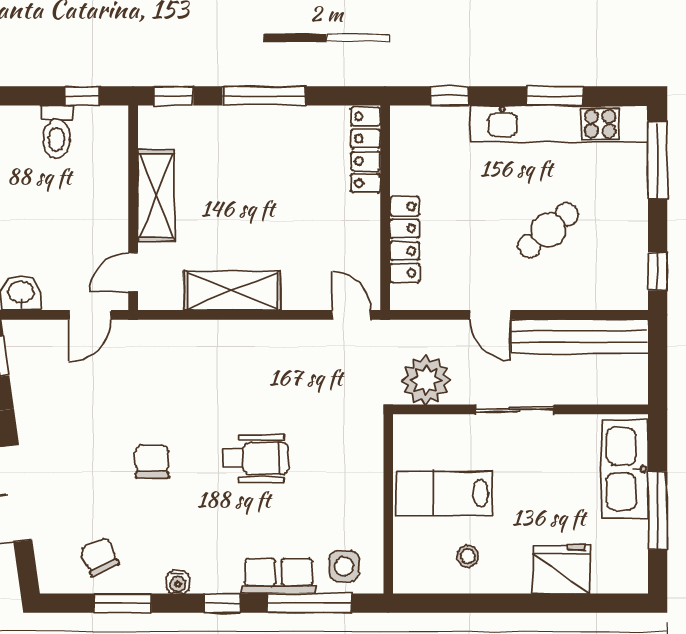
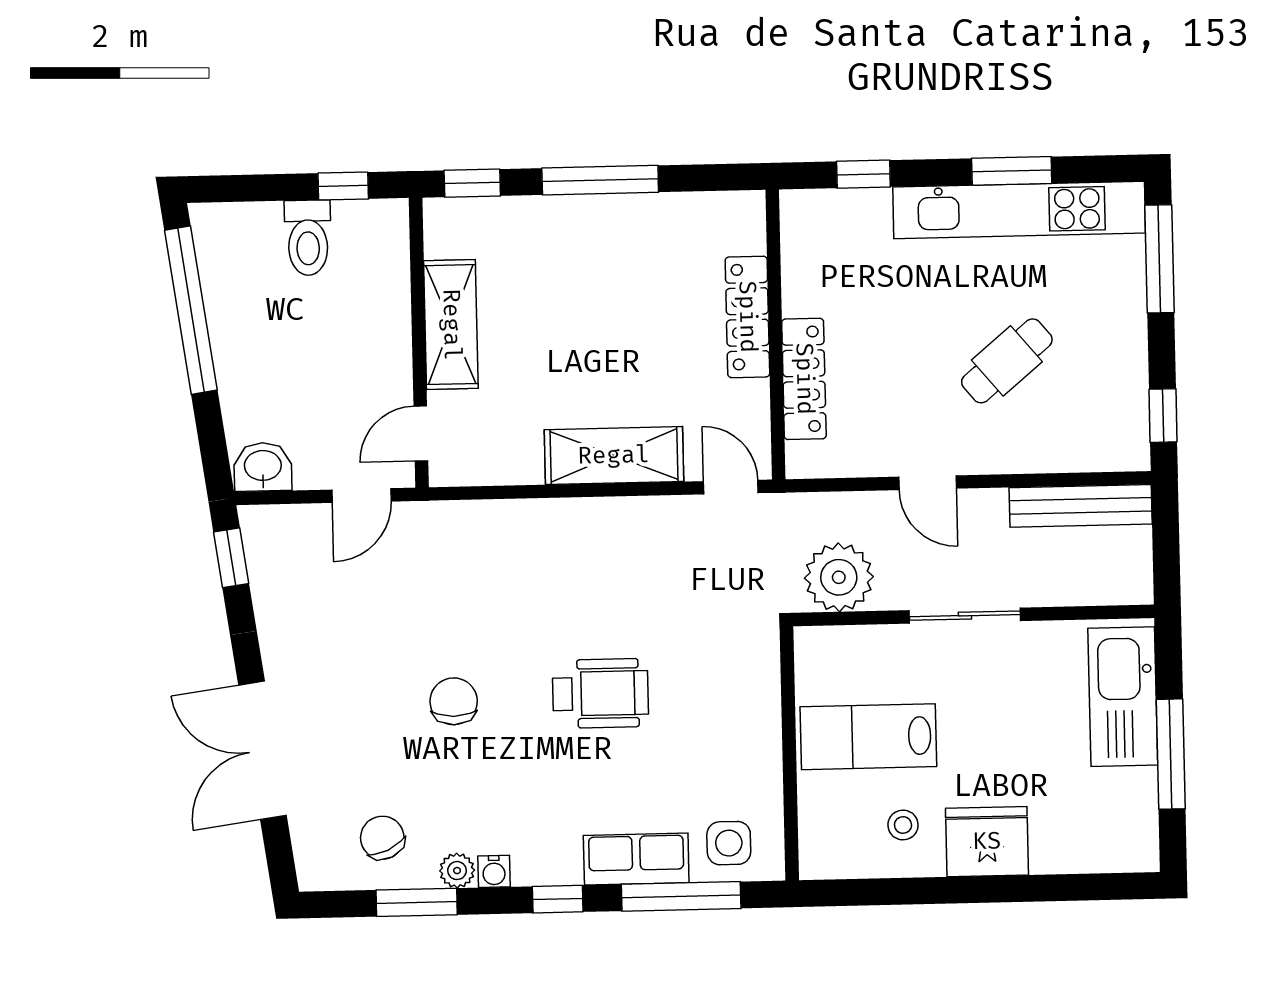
locker: (366, 150) -> (747, 317), moved
shelving: (232, 291) -> (614, 456), moved
bench: (580, 337) -> (1081, 506), width x0.73, depth x0.82
fridge: (561, 569) -> (987, 842), moved
plant: (152, 581) -> (457, 871), added

